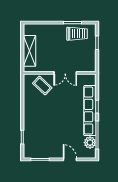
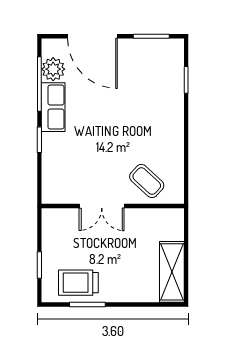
shelving: (29, 51) -> (172, 272), moved
double door: (65, 73) -> (102, 206), swing flipped
row of seats: (90, 111) -> (53, 107), width x0.50
door: (70, 159) -> (92, 36), width x1.88

